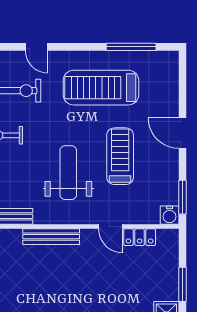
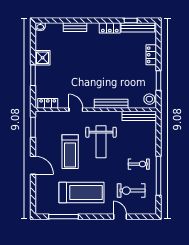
water cooler: (170, 215) -> (41, 117), removed
locker: (140, 237) -> (48, 103), moved

